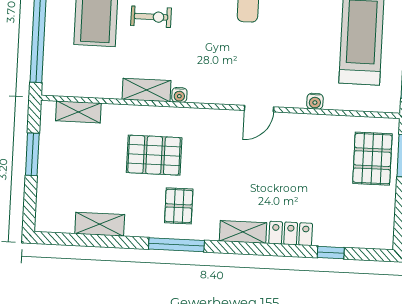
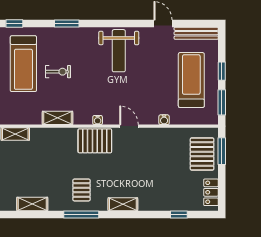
water cooler: (179, 95) -> (98, 120), moved
door: (259, 109) -> (129, 126), swing flipped
pallet: (154, 155) -> (95, 141), moved
locker: (291, 233) -> (211, 192), moved, turned -90

